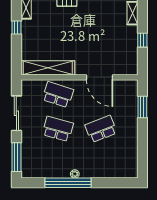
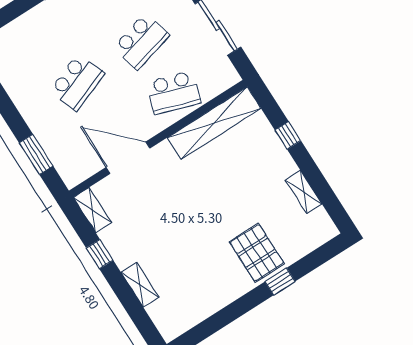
window: (16, 28) -> (288, 135), moved
shelving: (132, 63) -> (92, 210), added
school desk: (58, 129) -> (141, 41), turned -30

